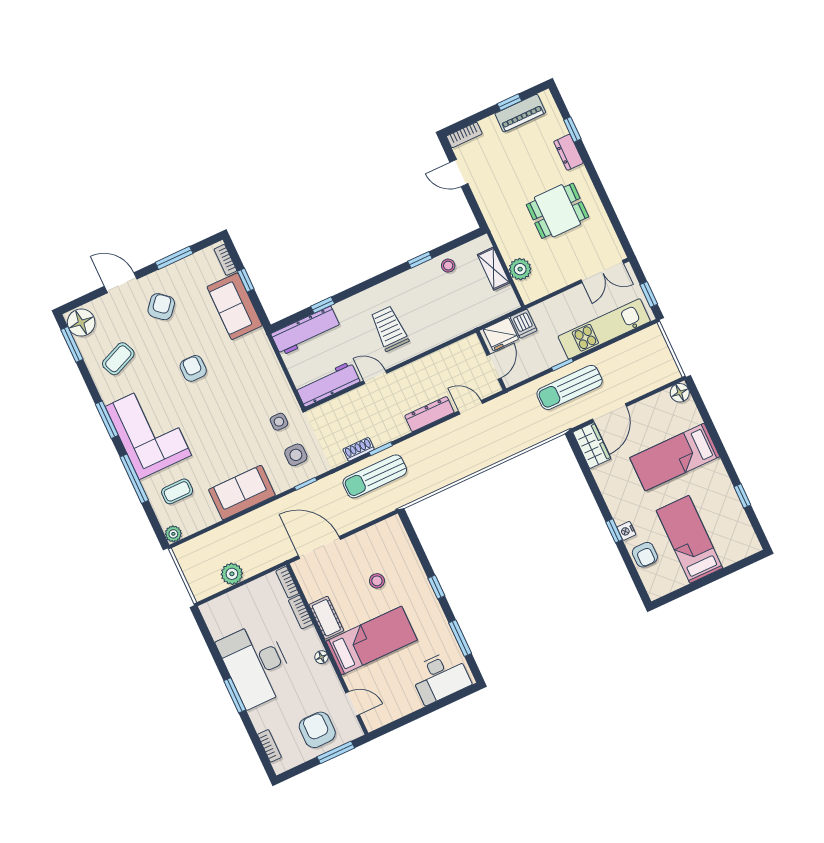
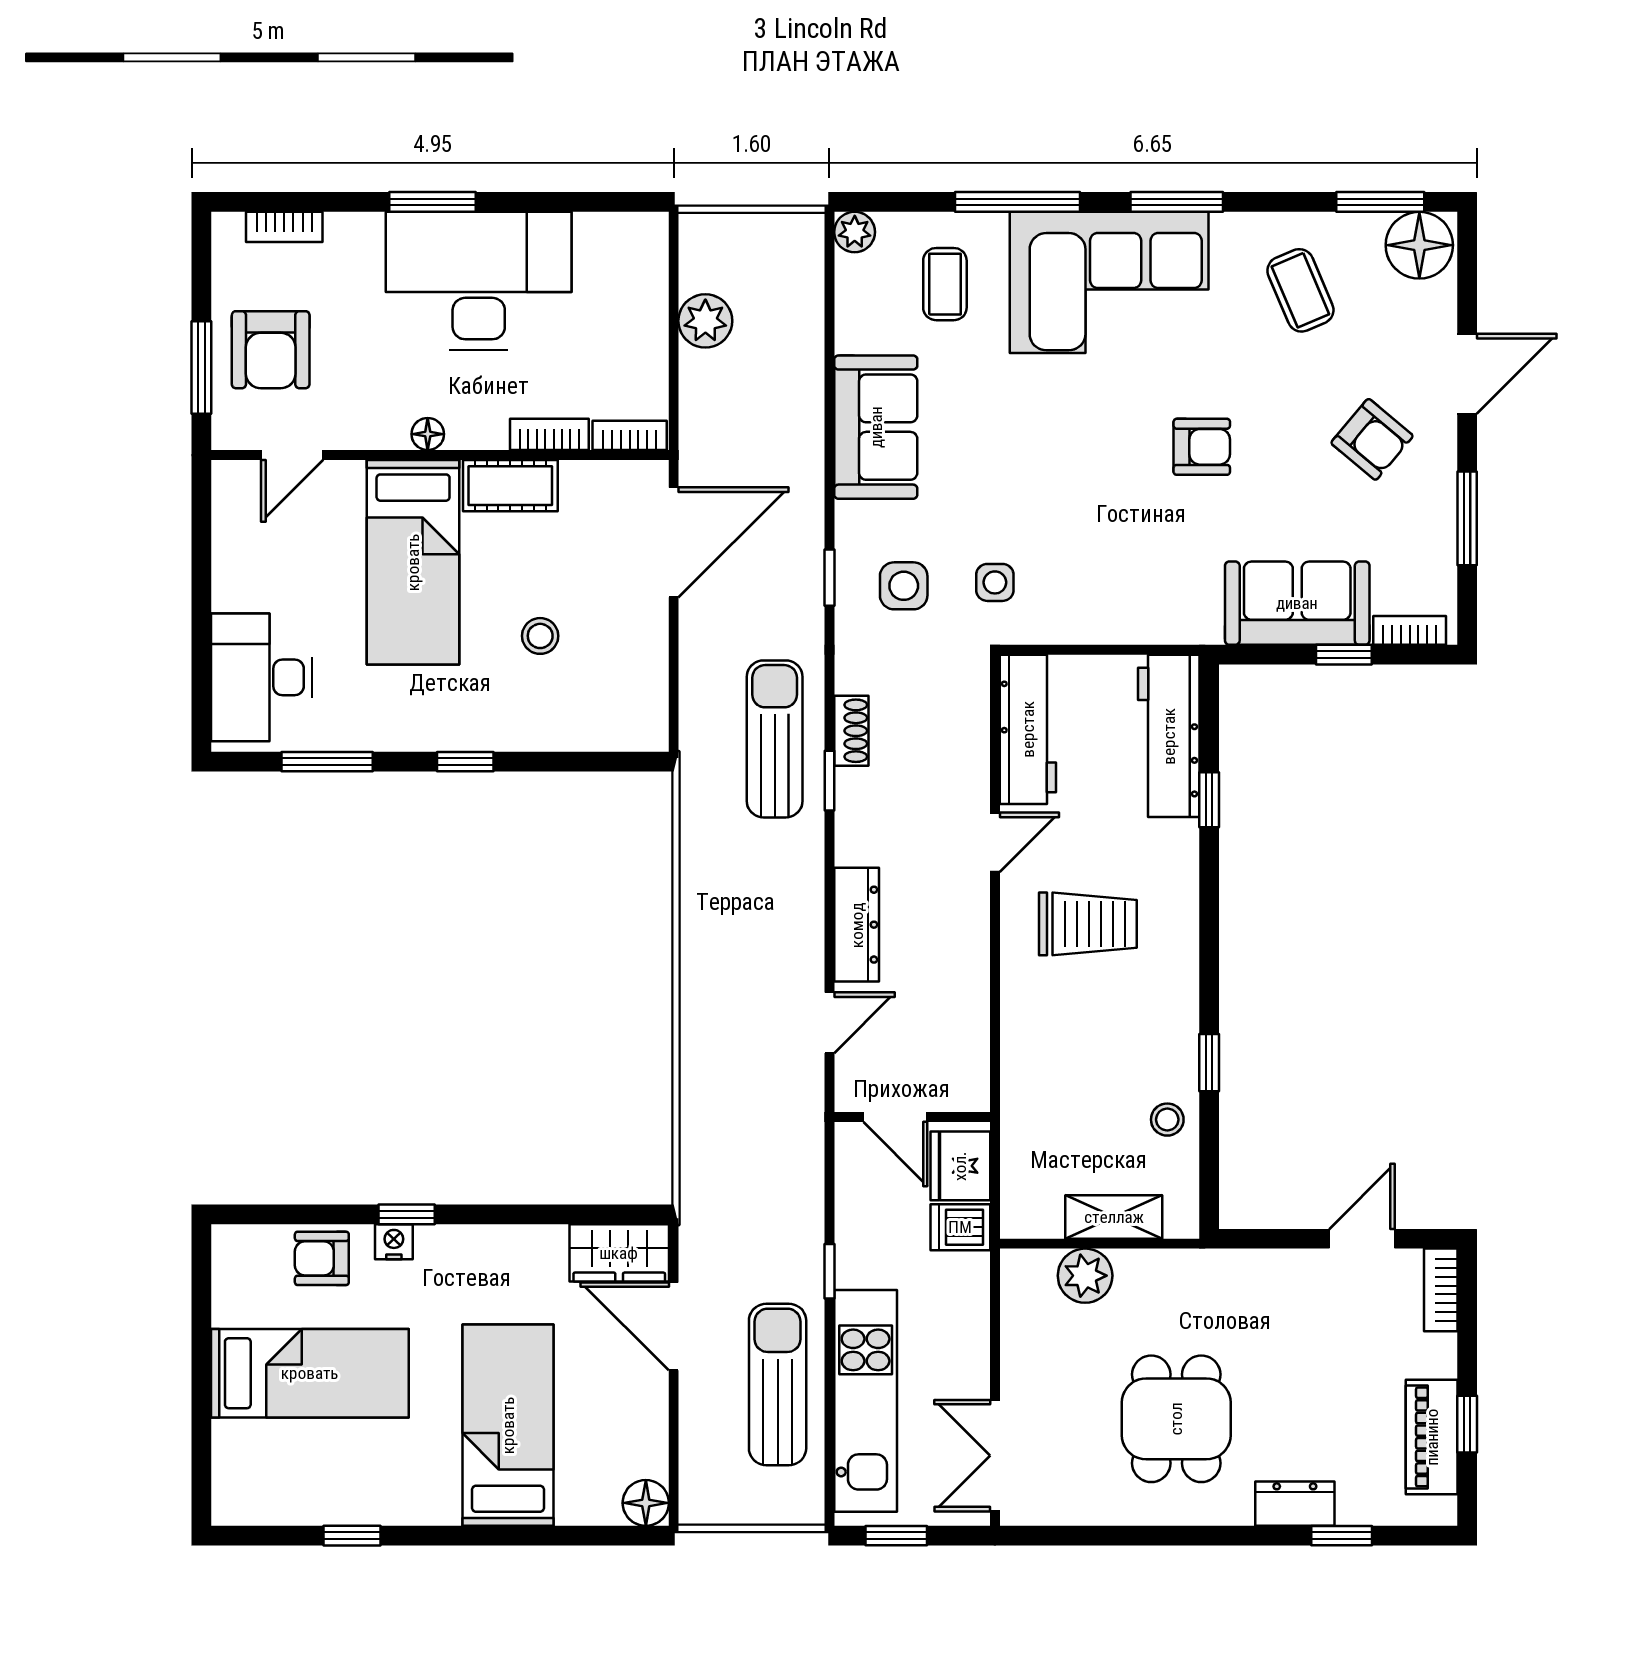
sun lounger: (570, 387) -> (778, 1384), moved
armchair: (317, 730) -> (271, 350), turned 90

